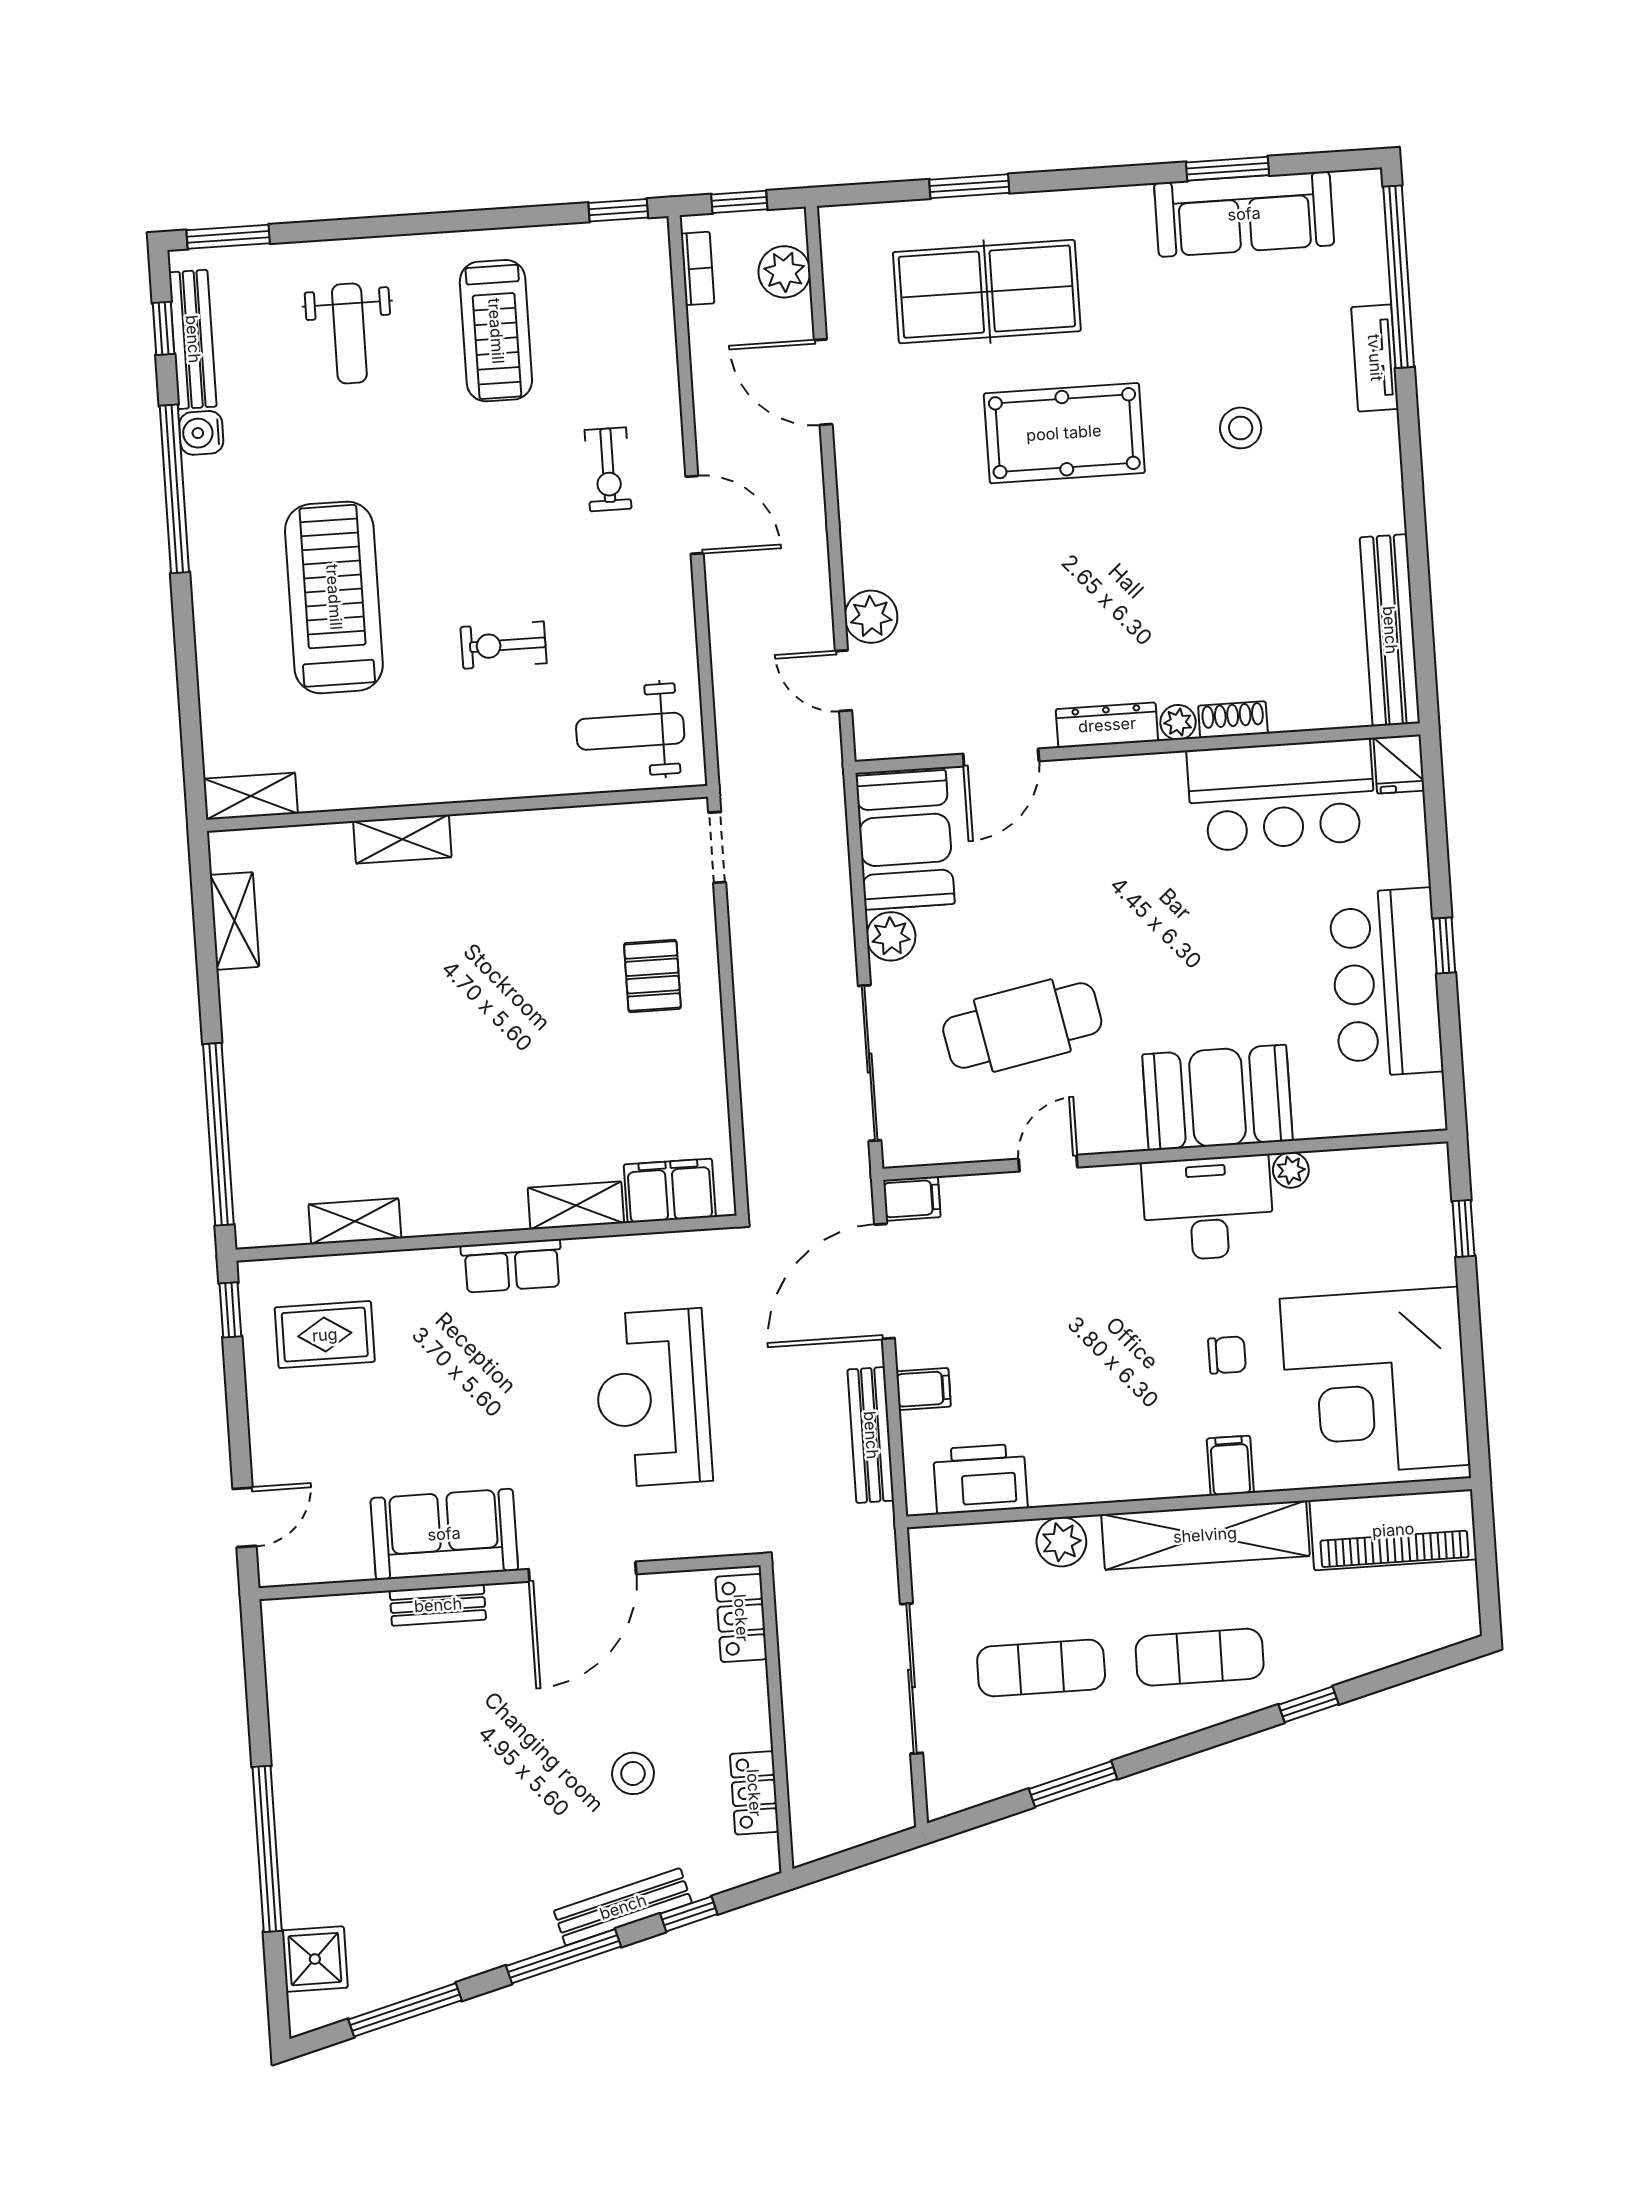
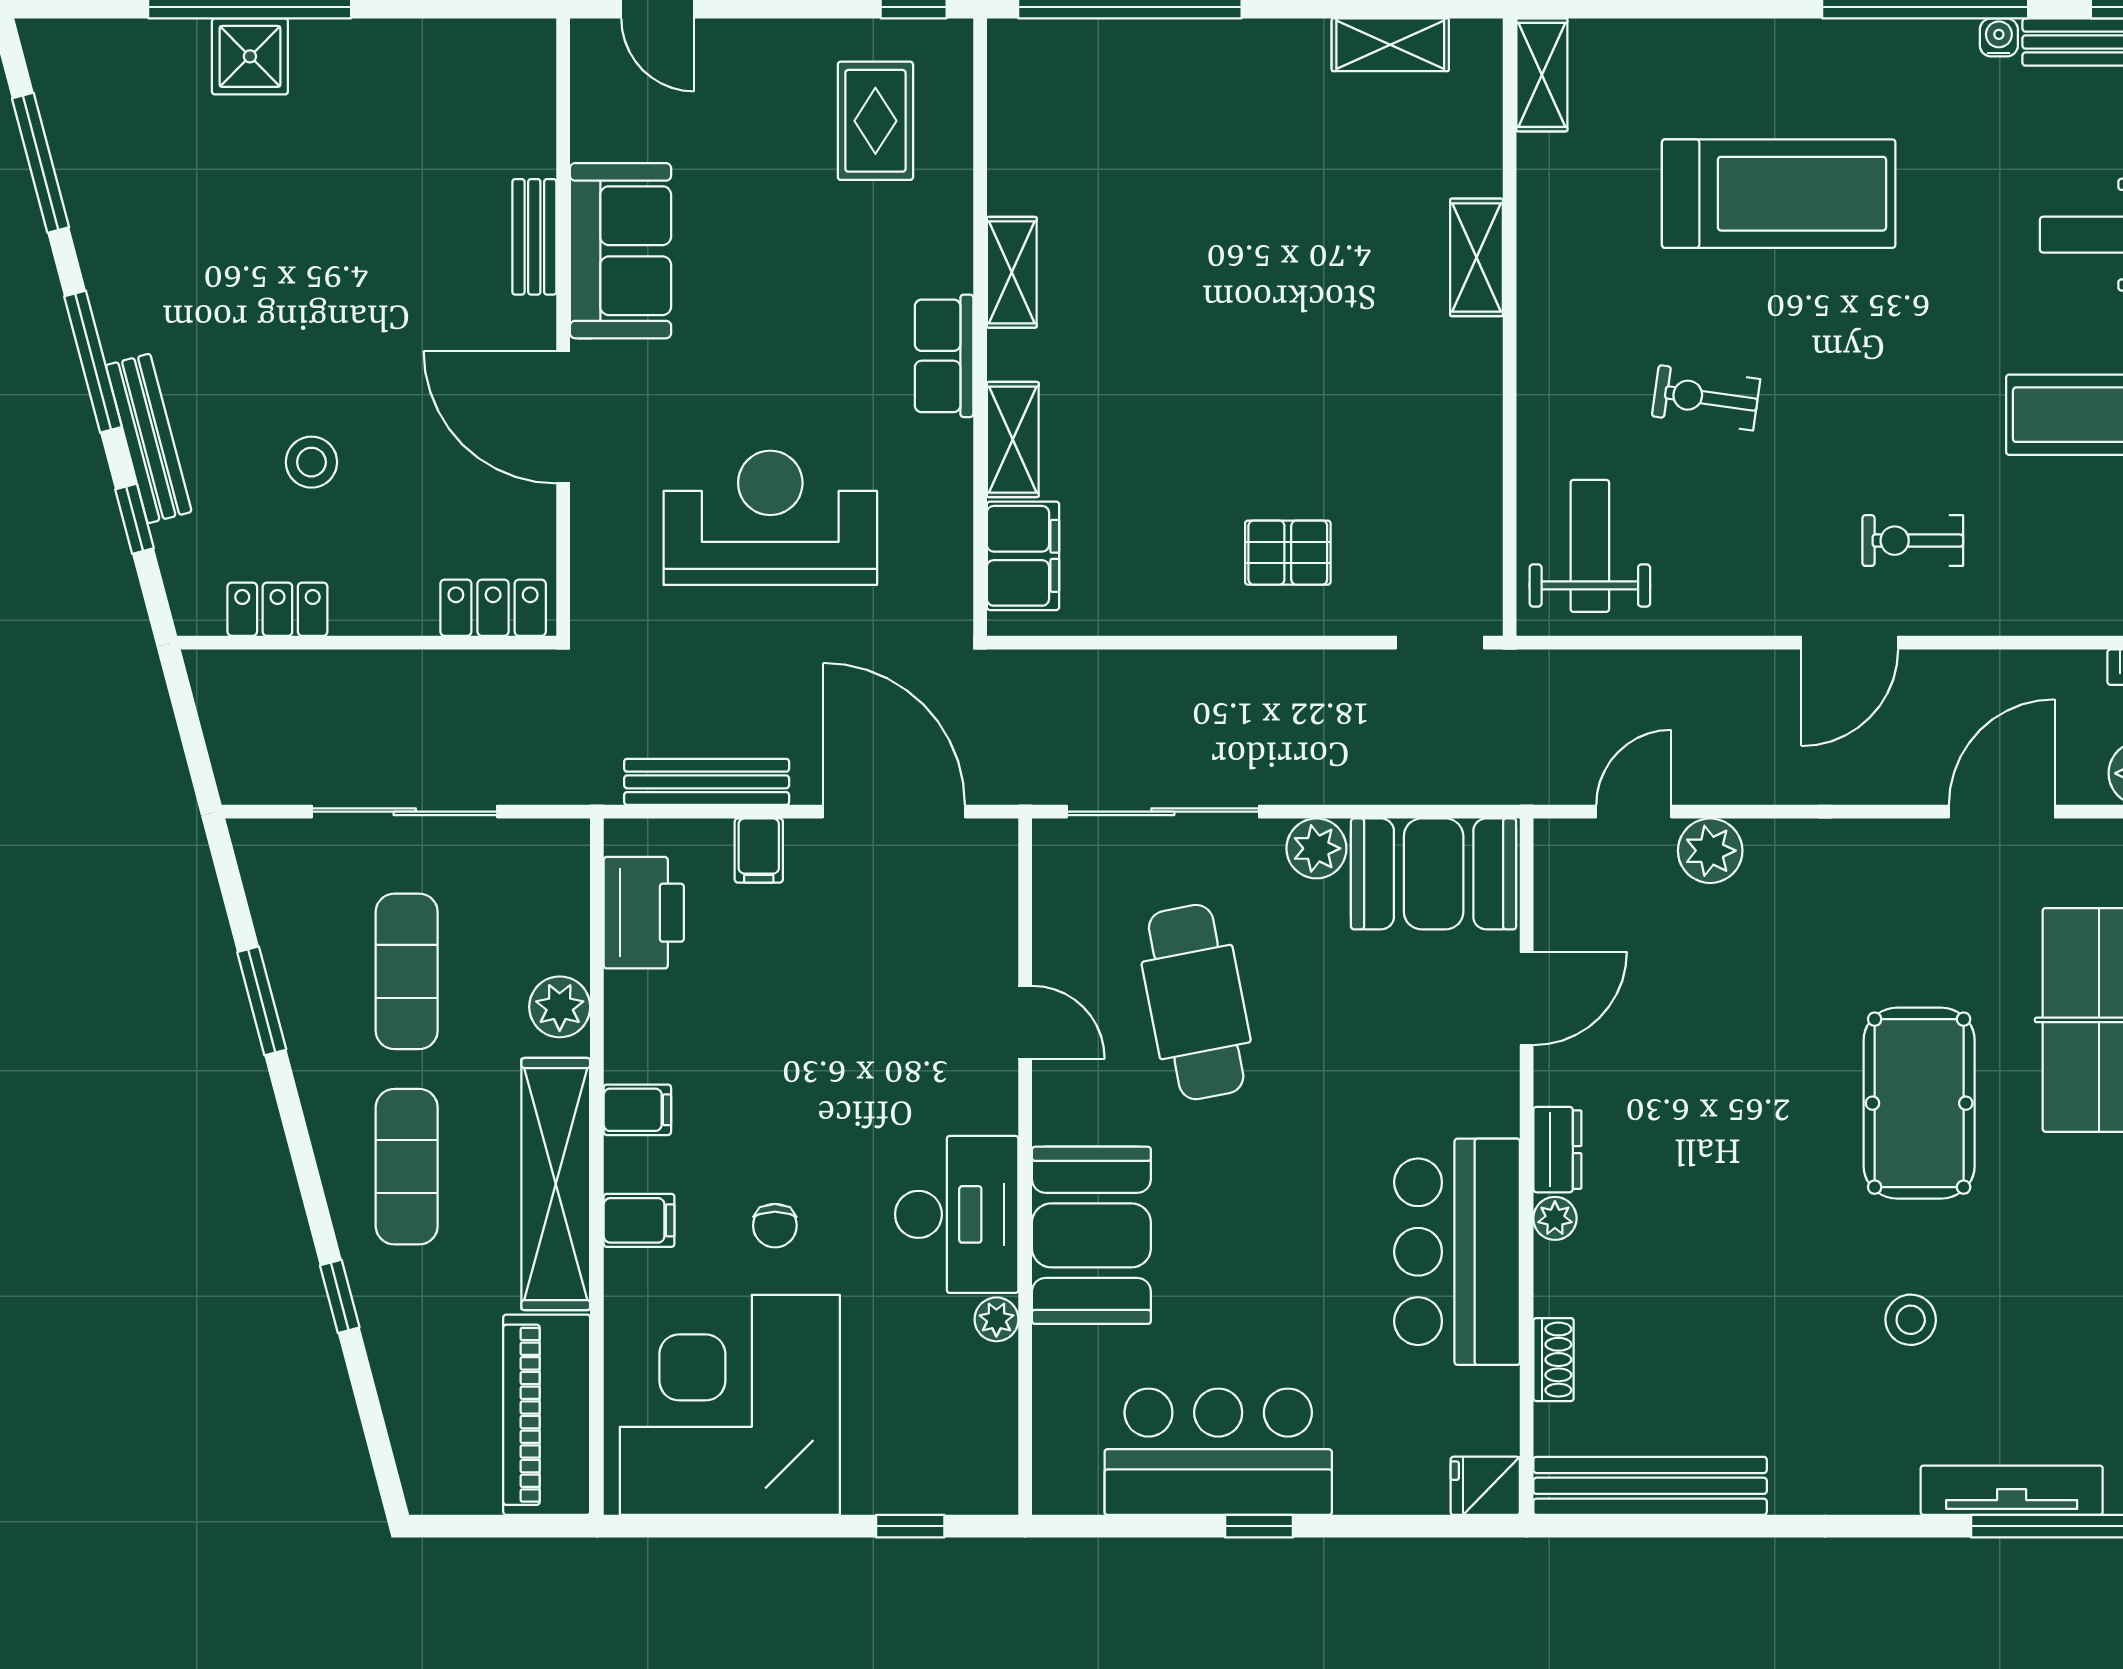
tv unit: (1375, 358) -> (2012, 1490), width x1.41
water cooler: (201, 433) -> (1999, 37), width x0.72, depth x0.72
exercise bike: (504, 645) -> (1706, 398), turned -82
shoe rack: (1233, 720) -> (1554, 1360), moved
dresser: (1107, 725) -> (1557, 1150), width x0.70
door: (1001, 757) -> (1527, 998), swing flipped
bar counter: (1281, 795) -> (1457, 1252), moved
filing cabinet: (912, 1199) -> (637, 1110), moved, turned -90
shelving: (355, 1221) -> (1012, 272), moved
shower: (315, 1959) -> (250, 56), moved

